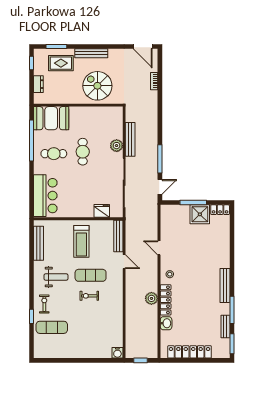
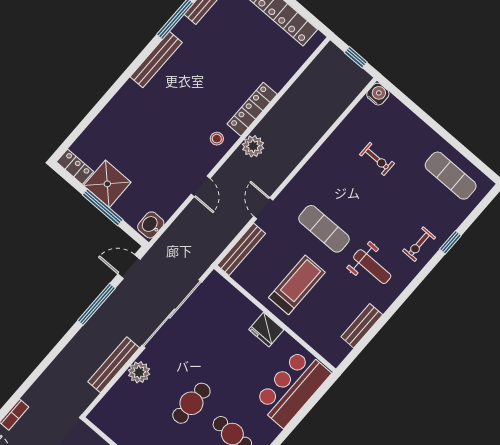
fridge: (102, 211) -> (266, 330), moved
bench: (39, 243) -> (362, 326), width x0.73
weight bench: (56, 277) -> (372, 267), turned 180
exercise bike: (89, 296) -> (377, 159), moved
plant: (151, 298) -> (253, 146), moved
washbasin: (166, 323) -> (151, 225), moved
exercise mat: (52, 327) -> (451, 176), moved

